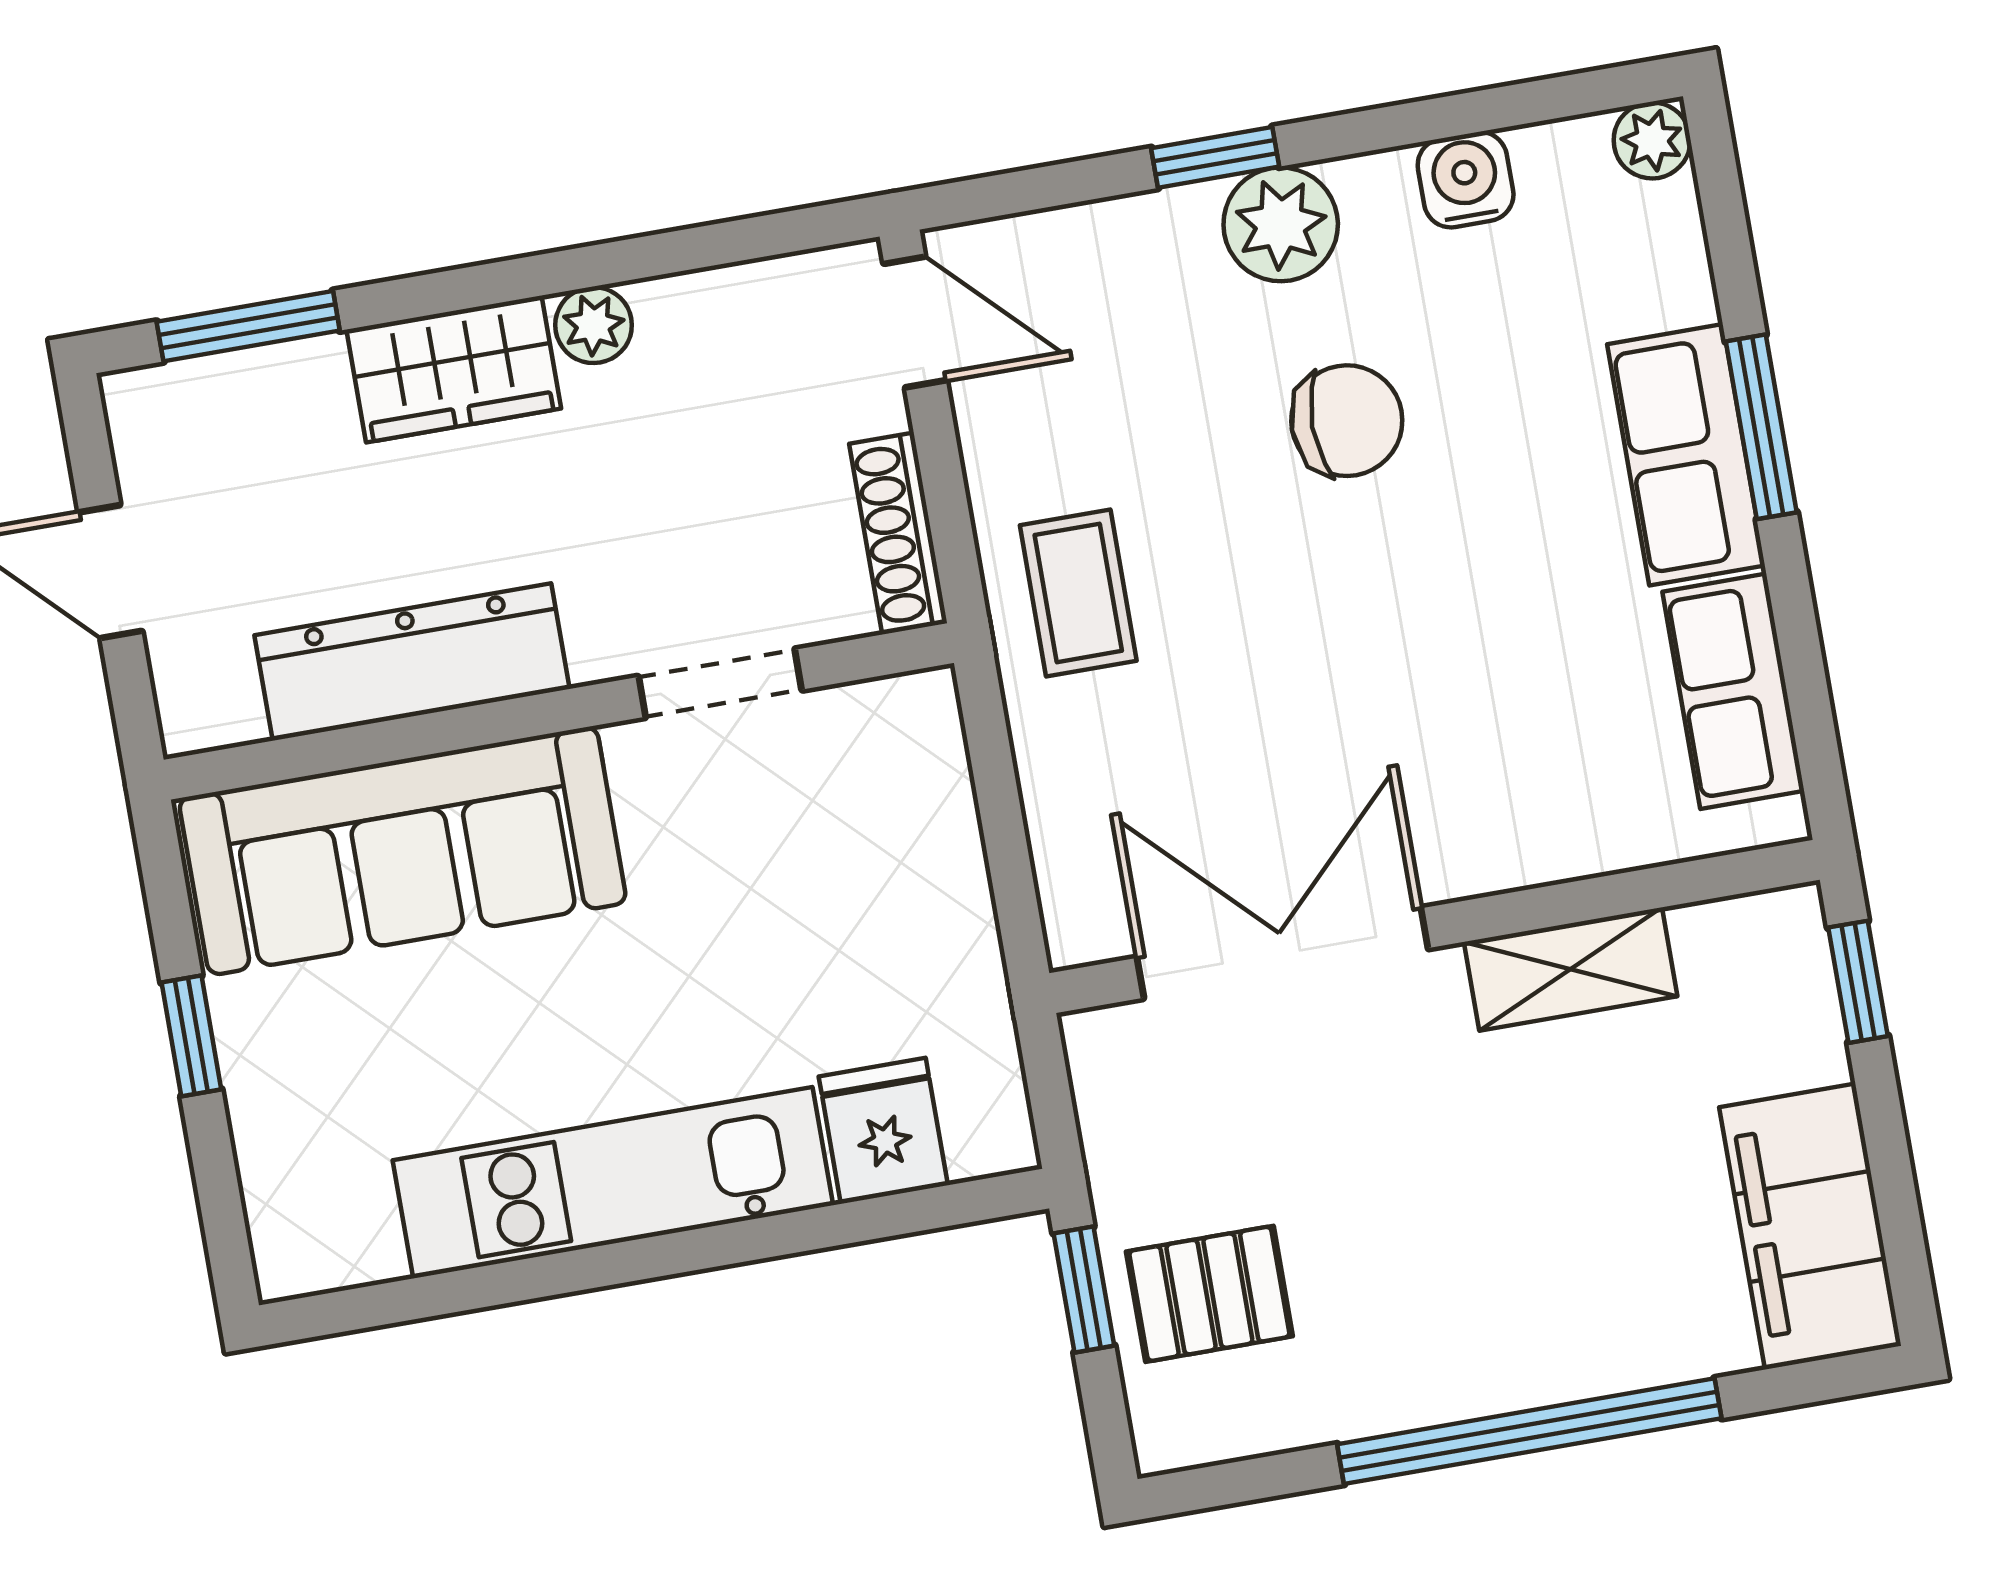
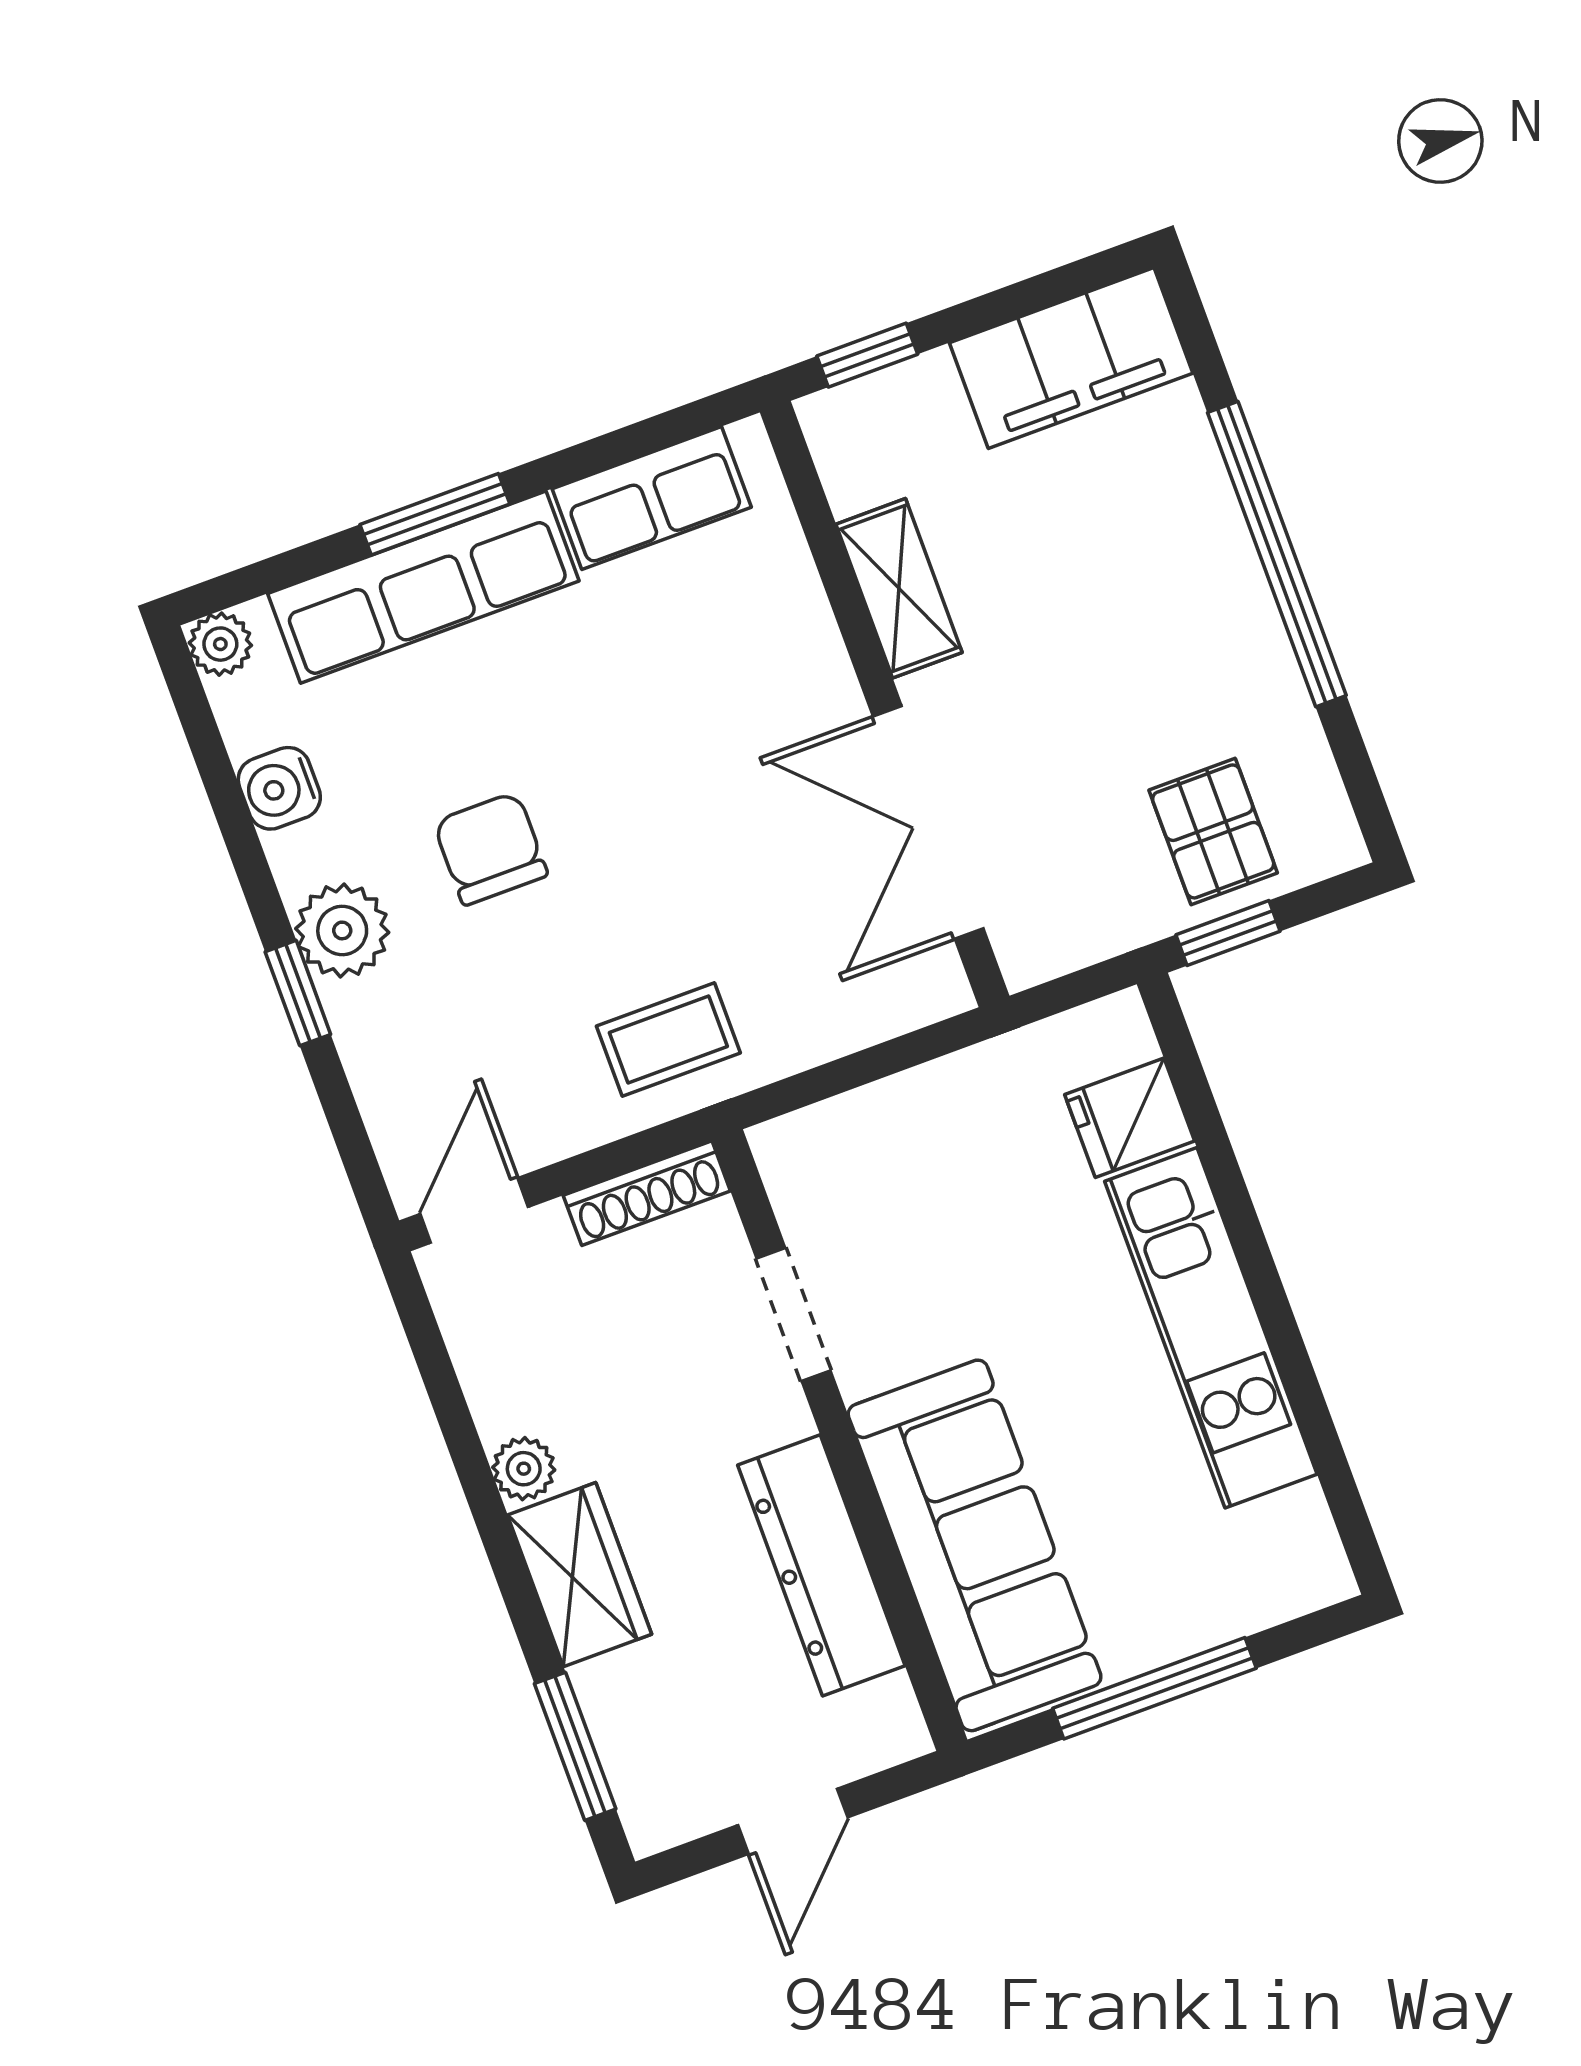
row of seats: (1686, 455) -> (423, 587), width x1.48
window: (191, 1036) -> (1154, 1688), width x2.17

